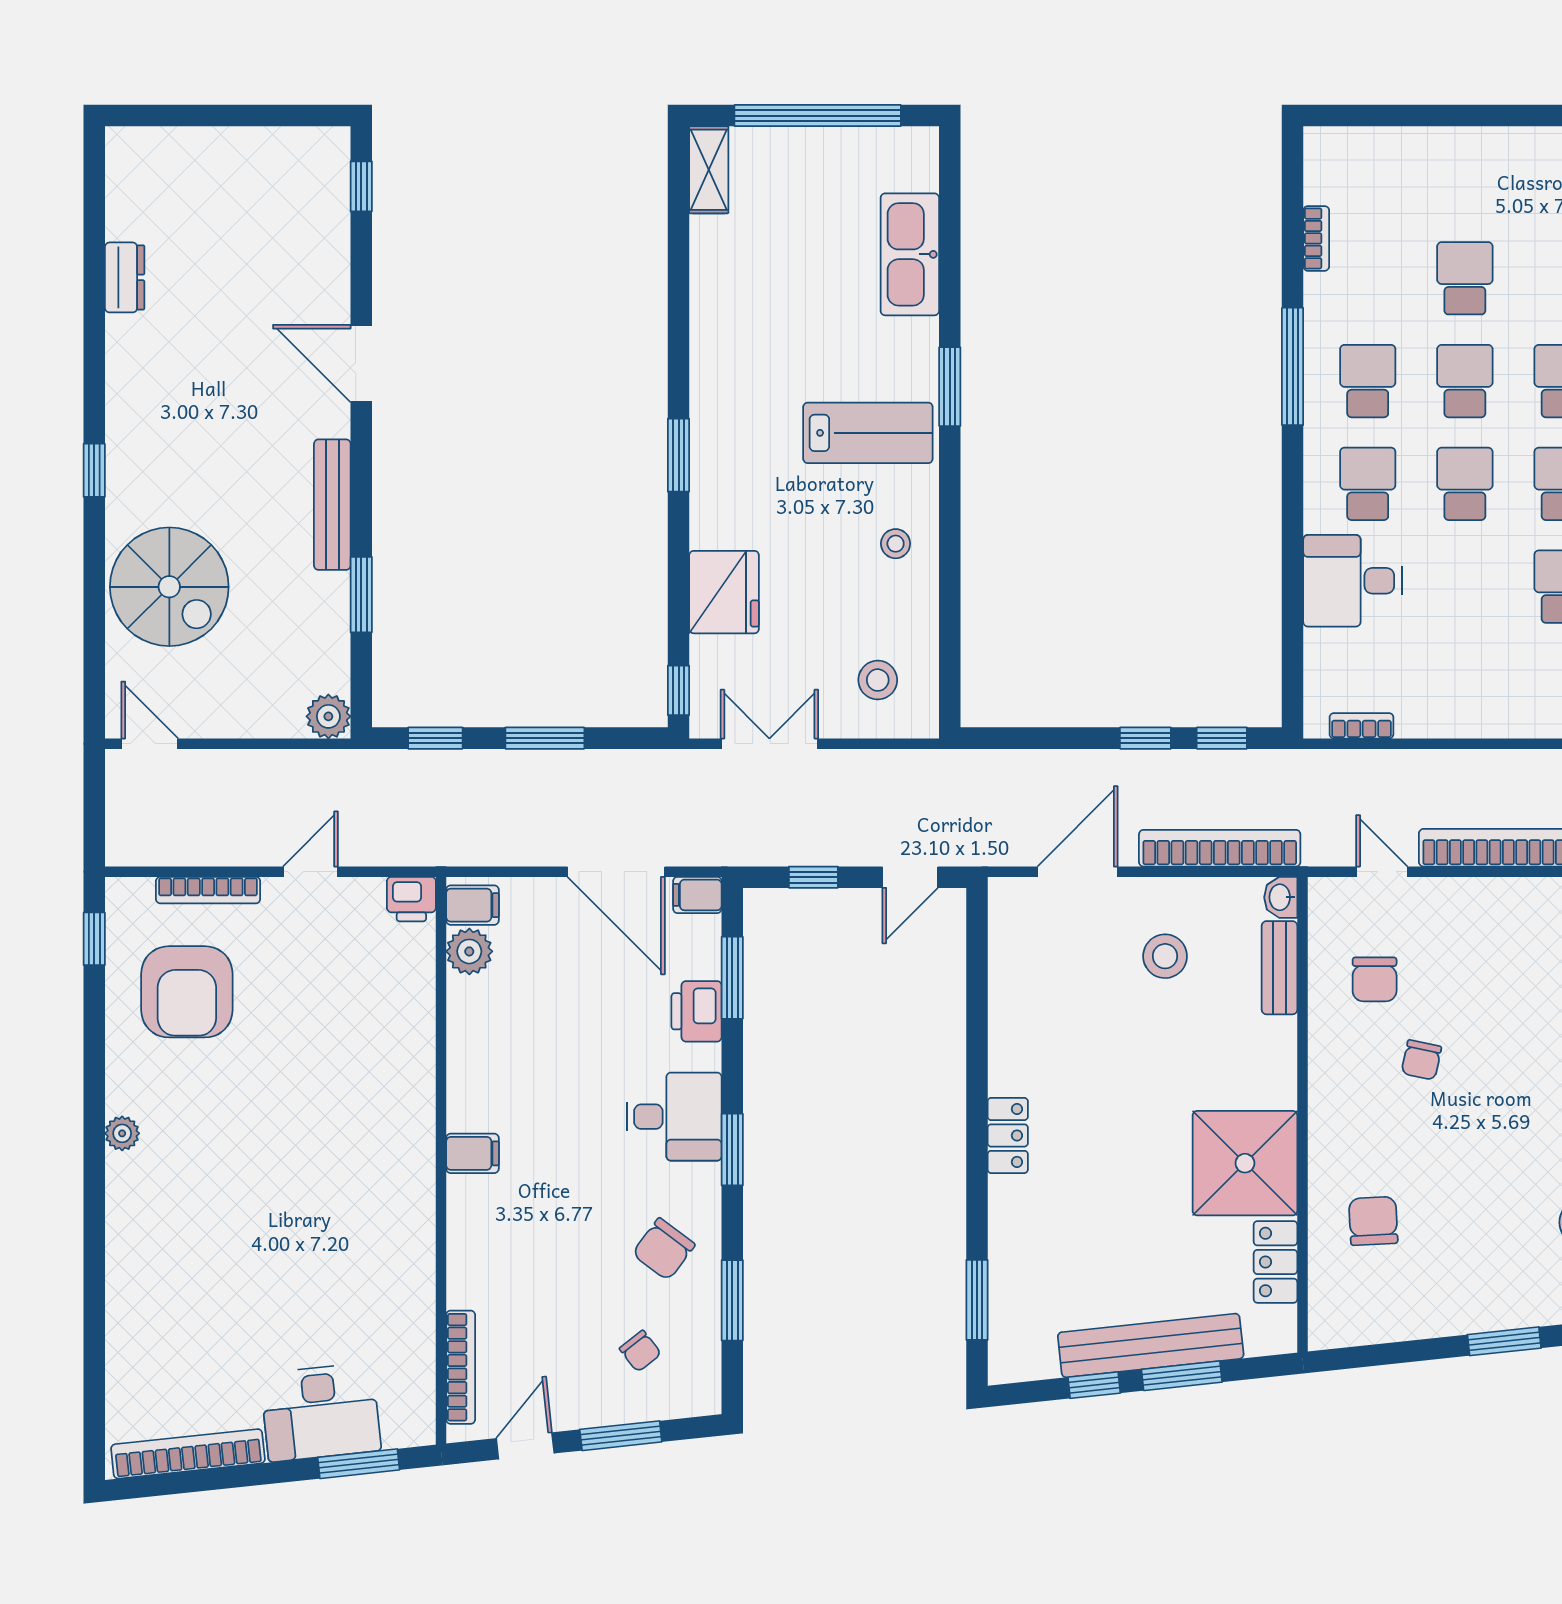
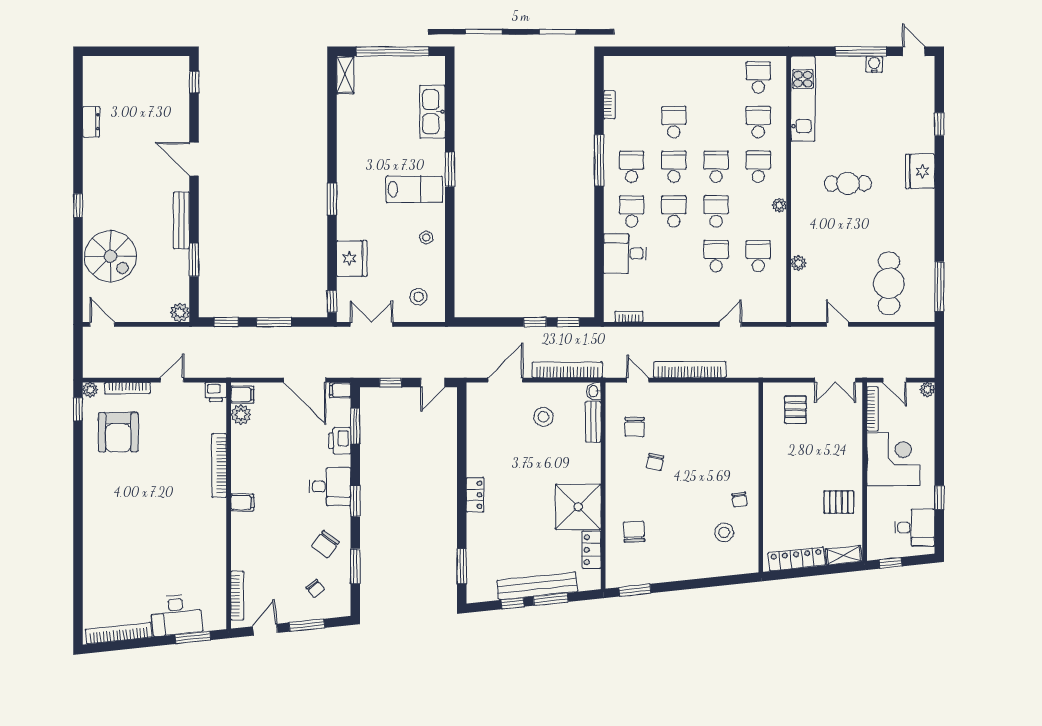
bookcase: (419, 1068) -> (219, 465), added
plant: (122, 1133) -> (90, 390), moved
window: (1504, 1341) -> (635, 590), moved

